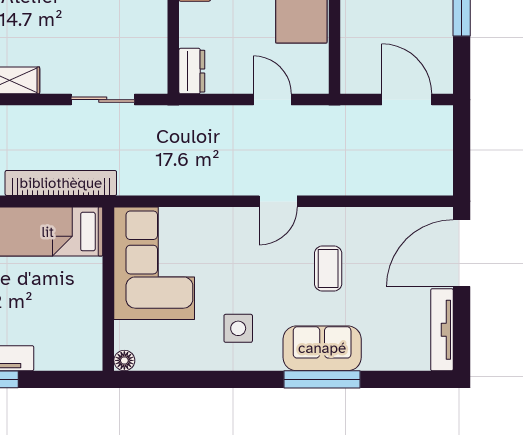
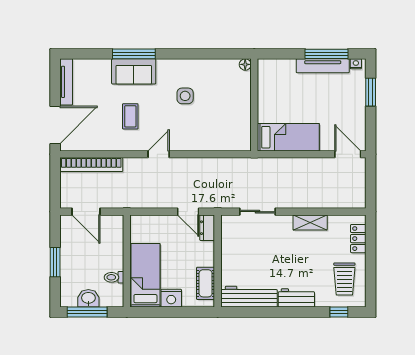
door: (272, 100) -> (188, 212), moved
bookcase: (61, 183) -> (91, 165), moved
corner sofa: (154, 263) -> (228, 119), removed
side table: (238, 328) -> (185, 96), moved

